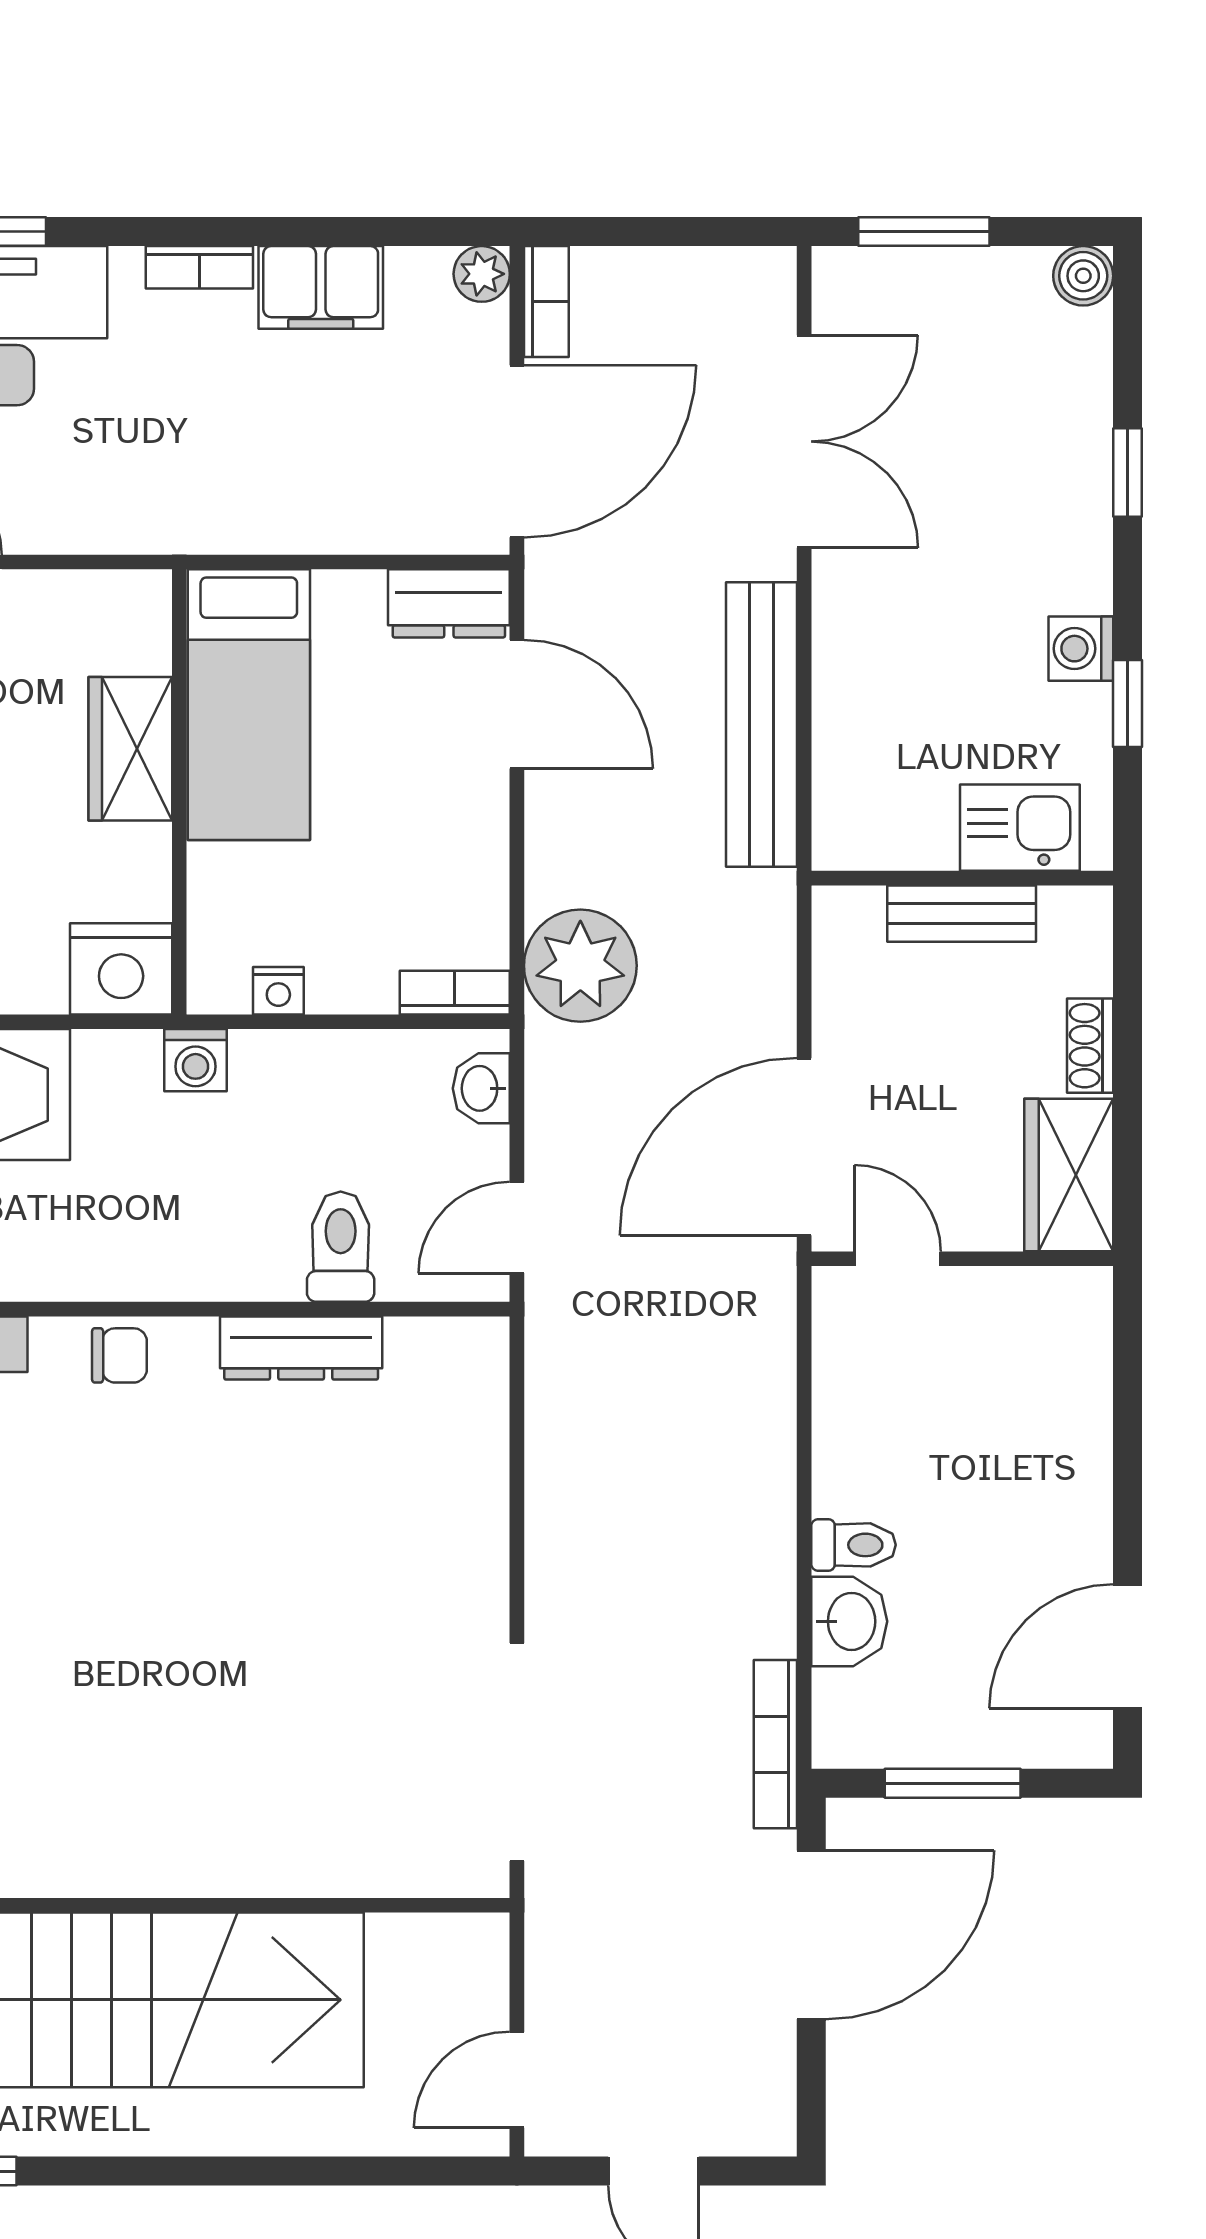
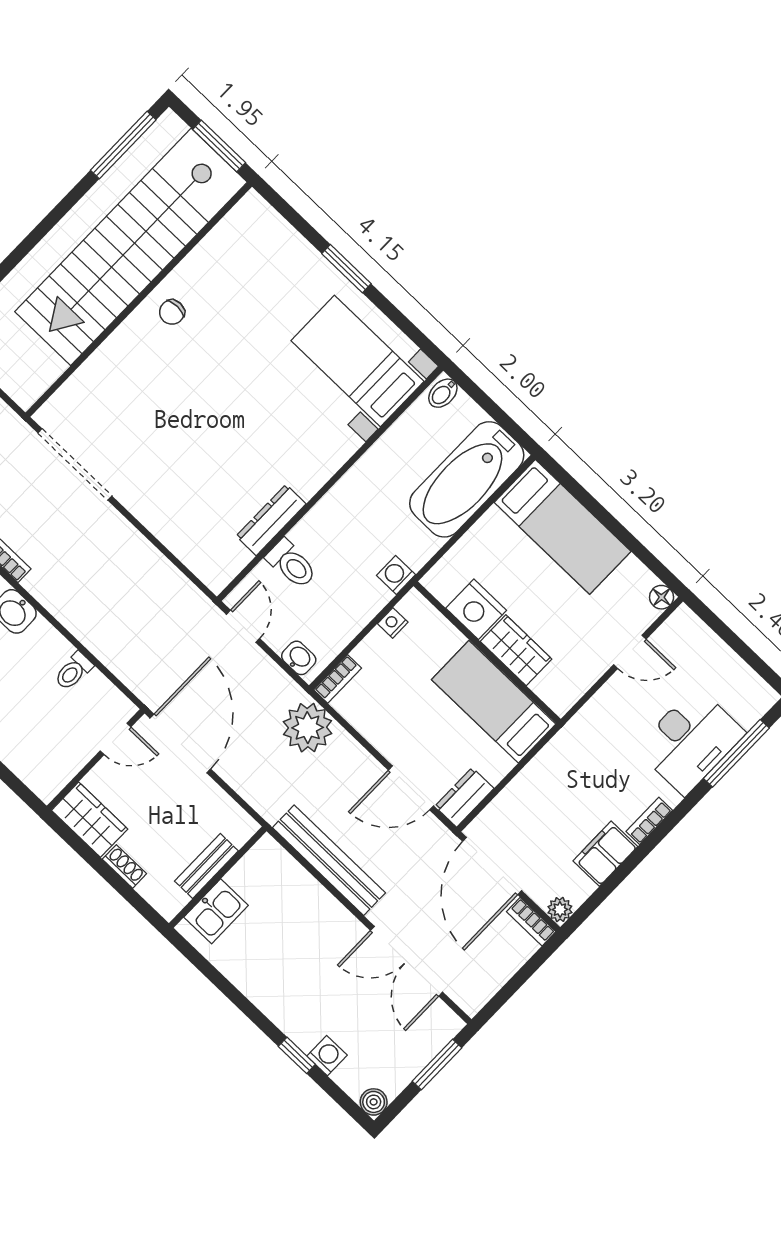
washing machine: (1081, 649) -> (327, 1056), moved
window: (1127, 703) -> (223, 984), removed
nightstand: (121, 969) -> (476, 609), moved, turned -90
chair: (119, 1355) -> (172, 312), moved
toilet: (854, 1545) -> (73, 671), moved

